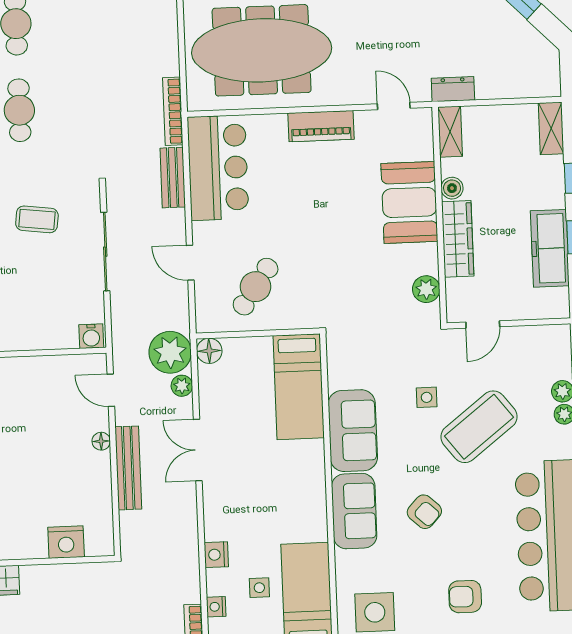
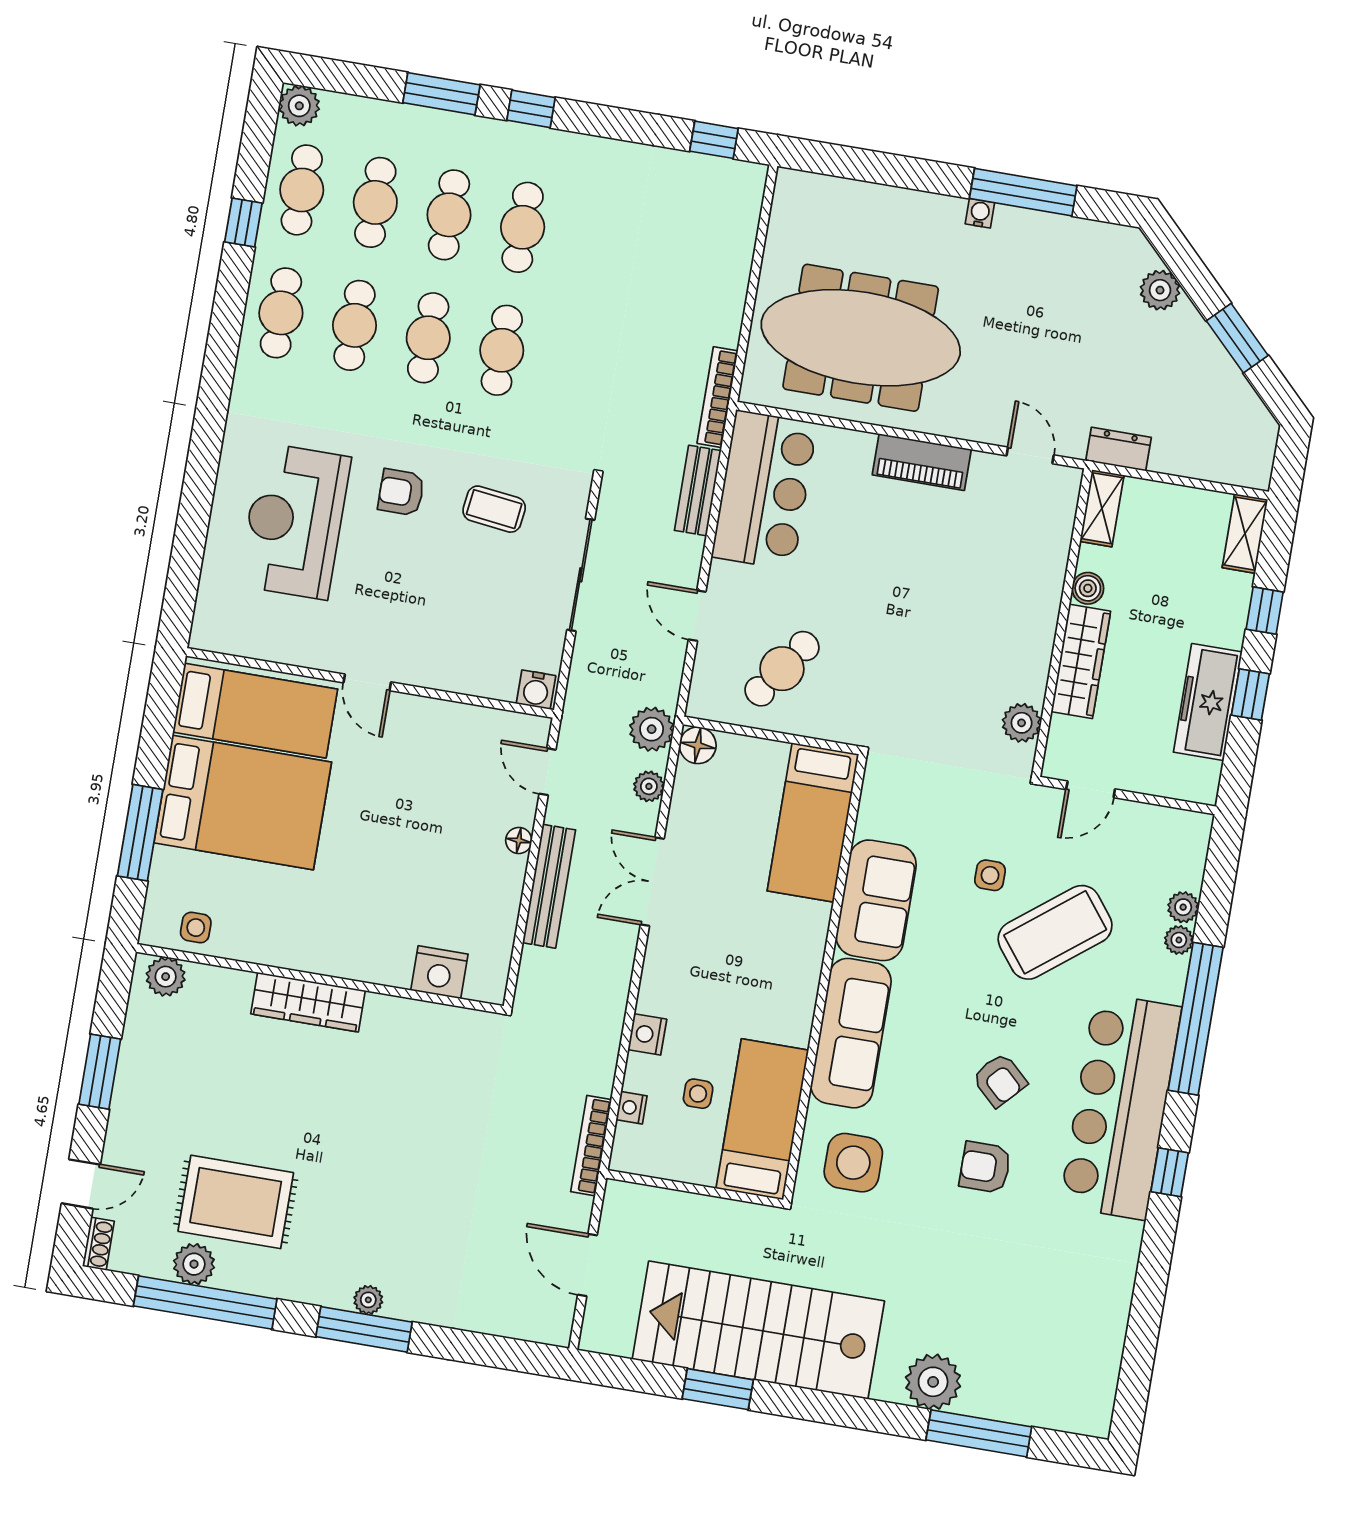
booth: (409, 202) -> (1024, 596), removed
plant: (170, 352) -> (652, 729), width x0.73, depth x0.73
sofa: (354, 511) -> (851, 1033), width x1.36
armchair: (424, 512) -> (1000, 1080), moved

